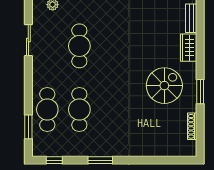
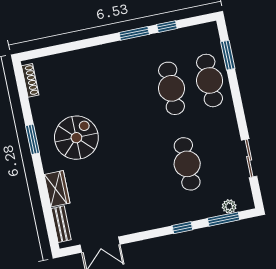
spiral stairs: (164, 86) -> (76, 138), turned 180
shoe rack: (192, 126) -> (30, 80), moved
window: (54, 160) -> (167, 27), moved

